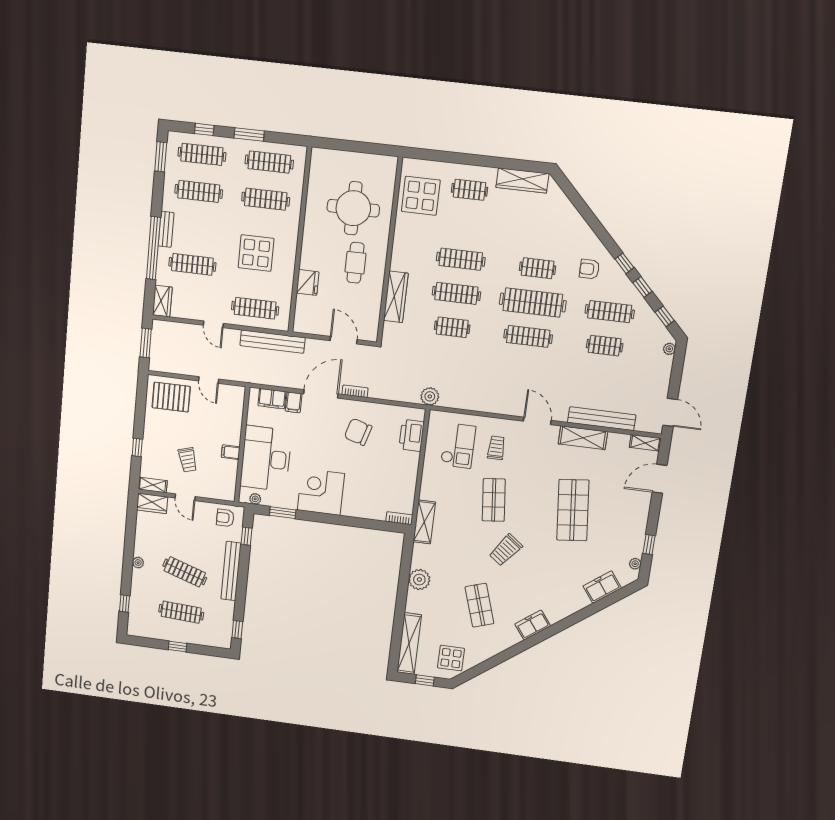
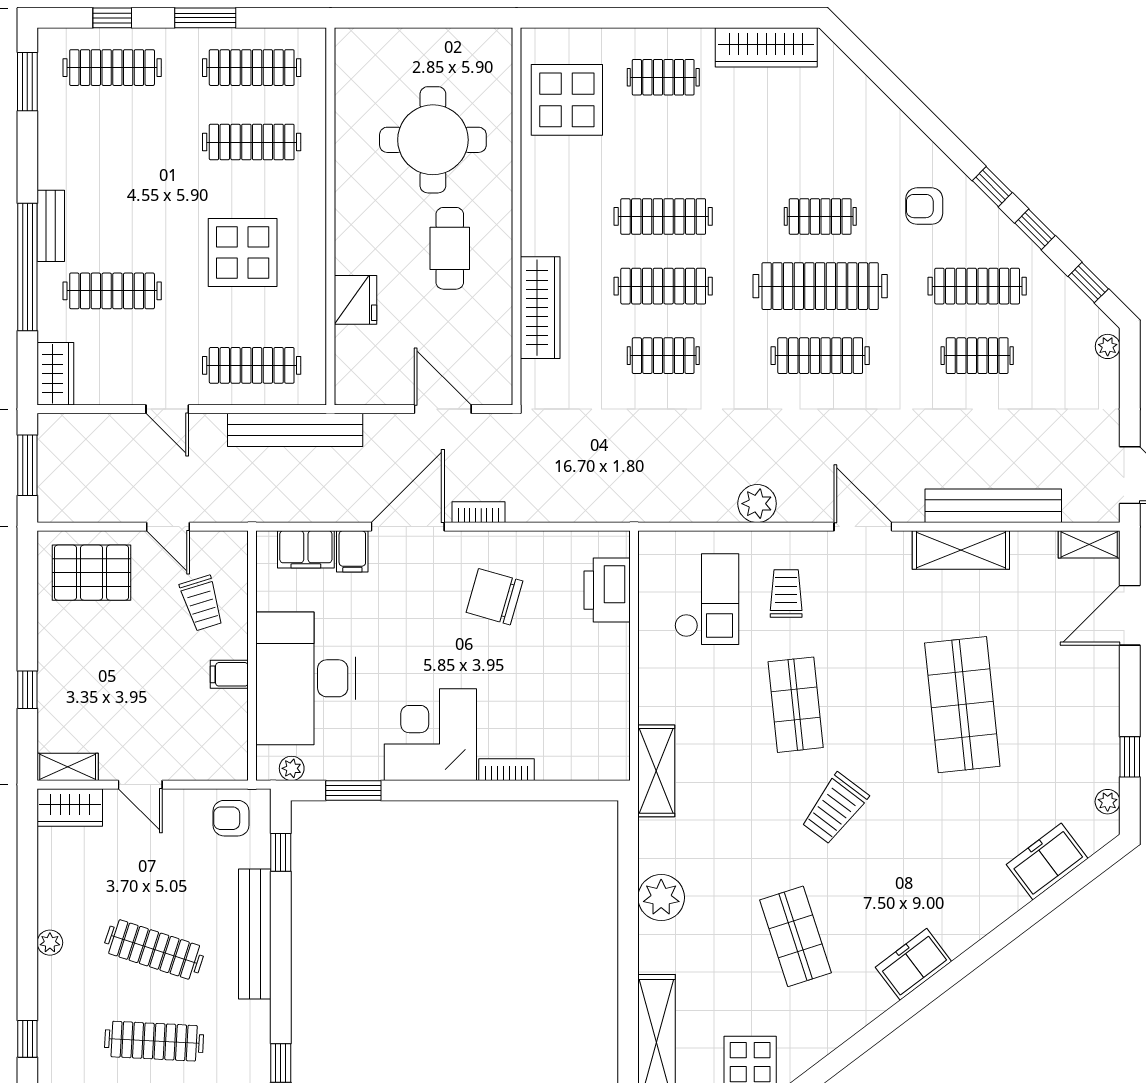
clothes rail: (199, 191) -> (112, 142), removed
plant: (430, 396) -> (757, 504), moved
trolley: (188, 460) -> (202, 603), moved
bookcase: (399, 518) -> (507, 770), moved

